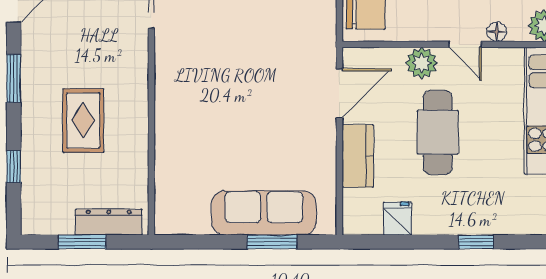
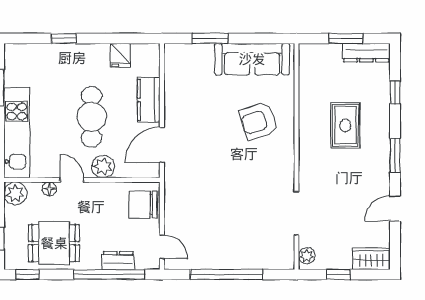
armchair: (204, 127) -> (259, 121), added
sofa: (264, 213) -> (252, 59), moved
dresser: (109, 222) -> (366, 53), moved

